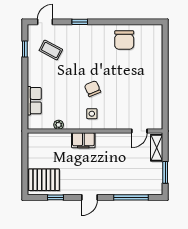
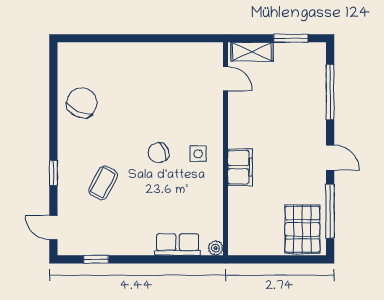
chair: (124, 40) -> (82, 103), turned -65
coffee table: (51, 50) -> (103, 183), moved
plant: (59, 125) -> (216, 248), moved
window: (55, 197) -> (330, 211), width x2.17

